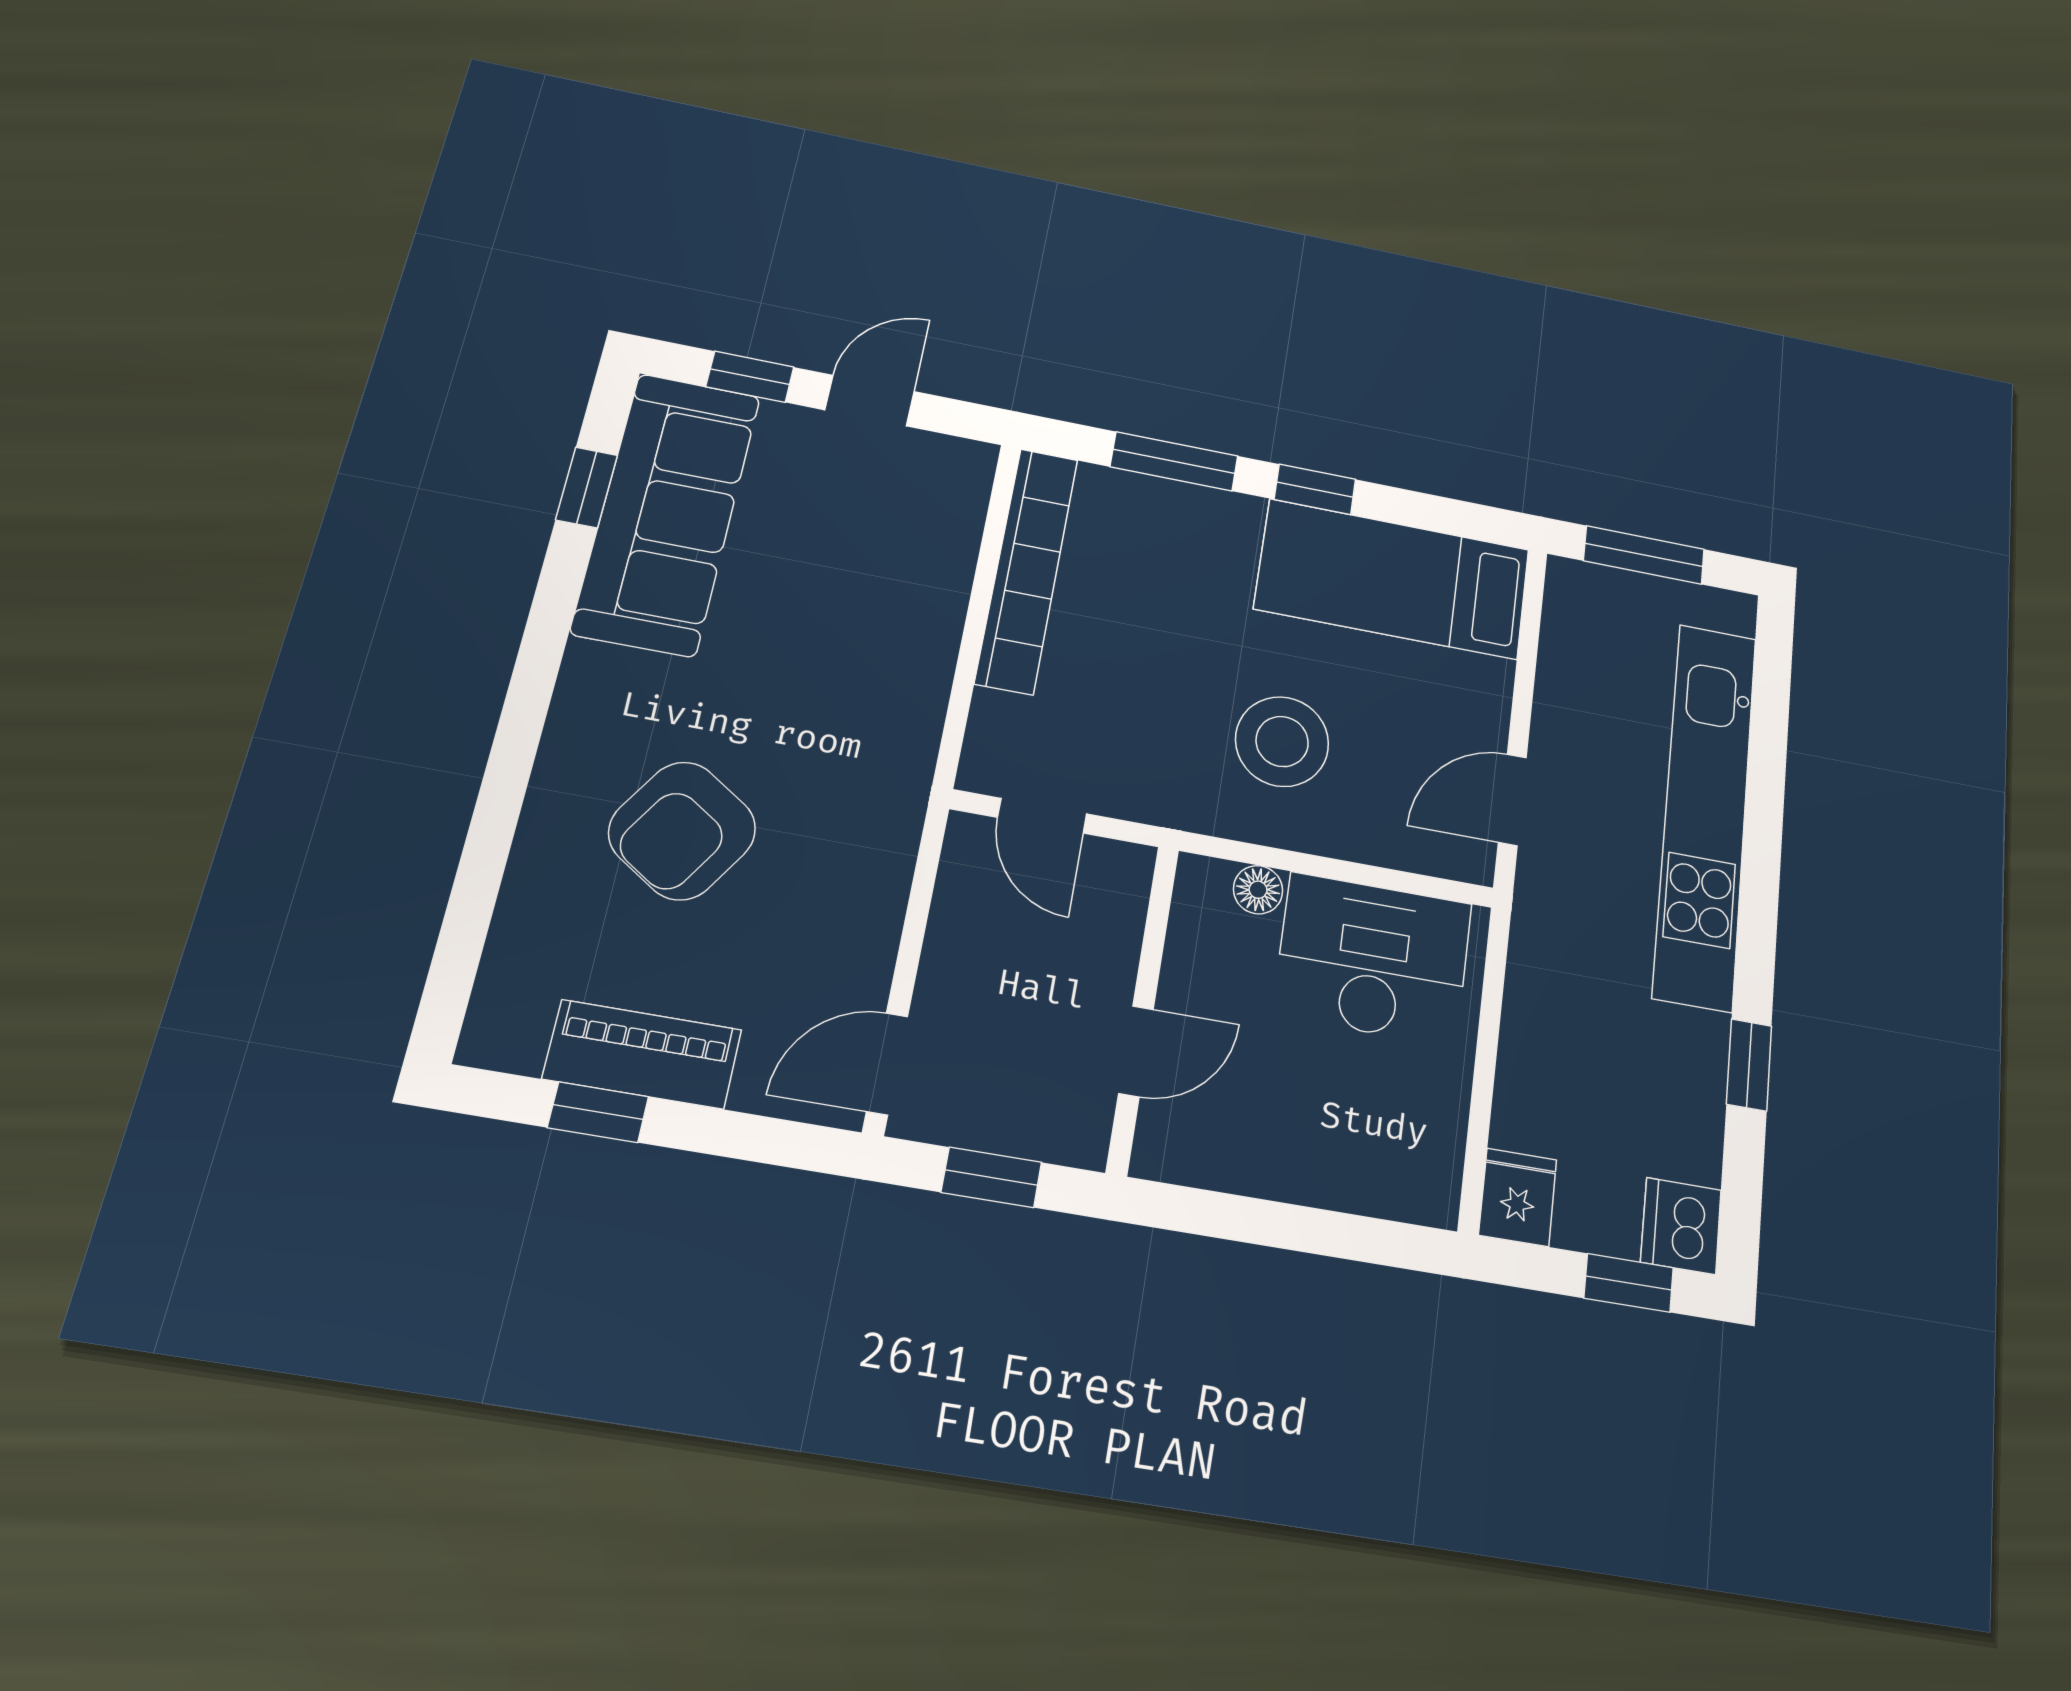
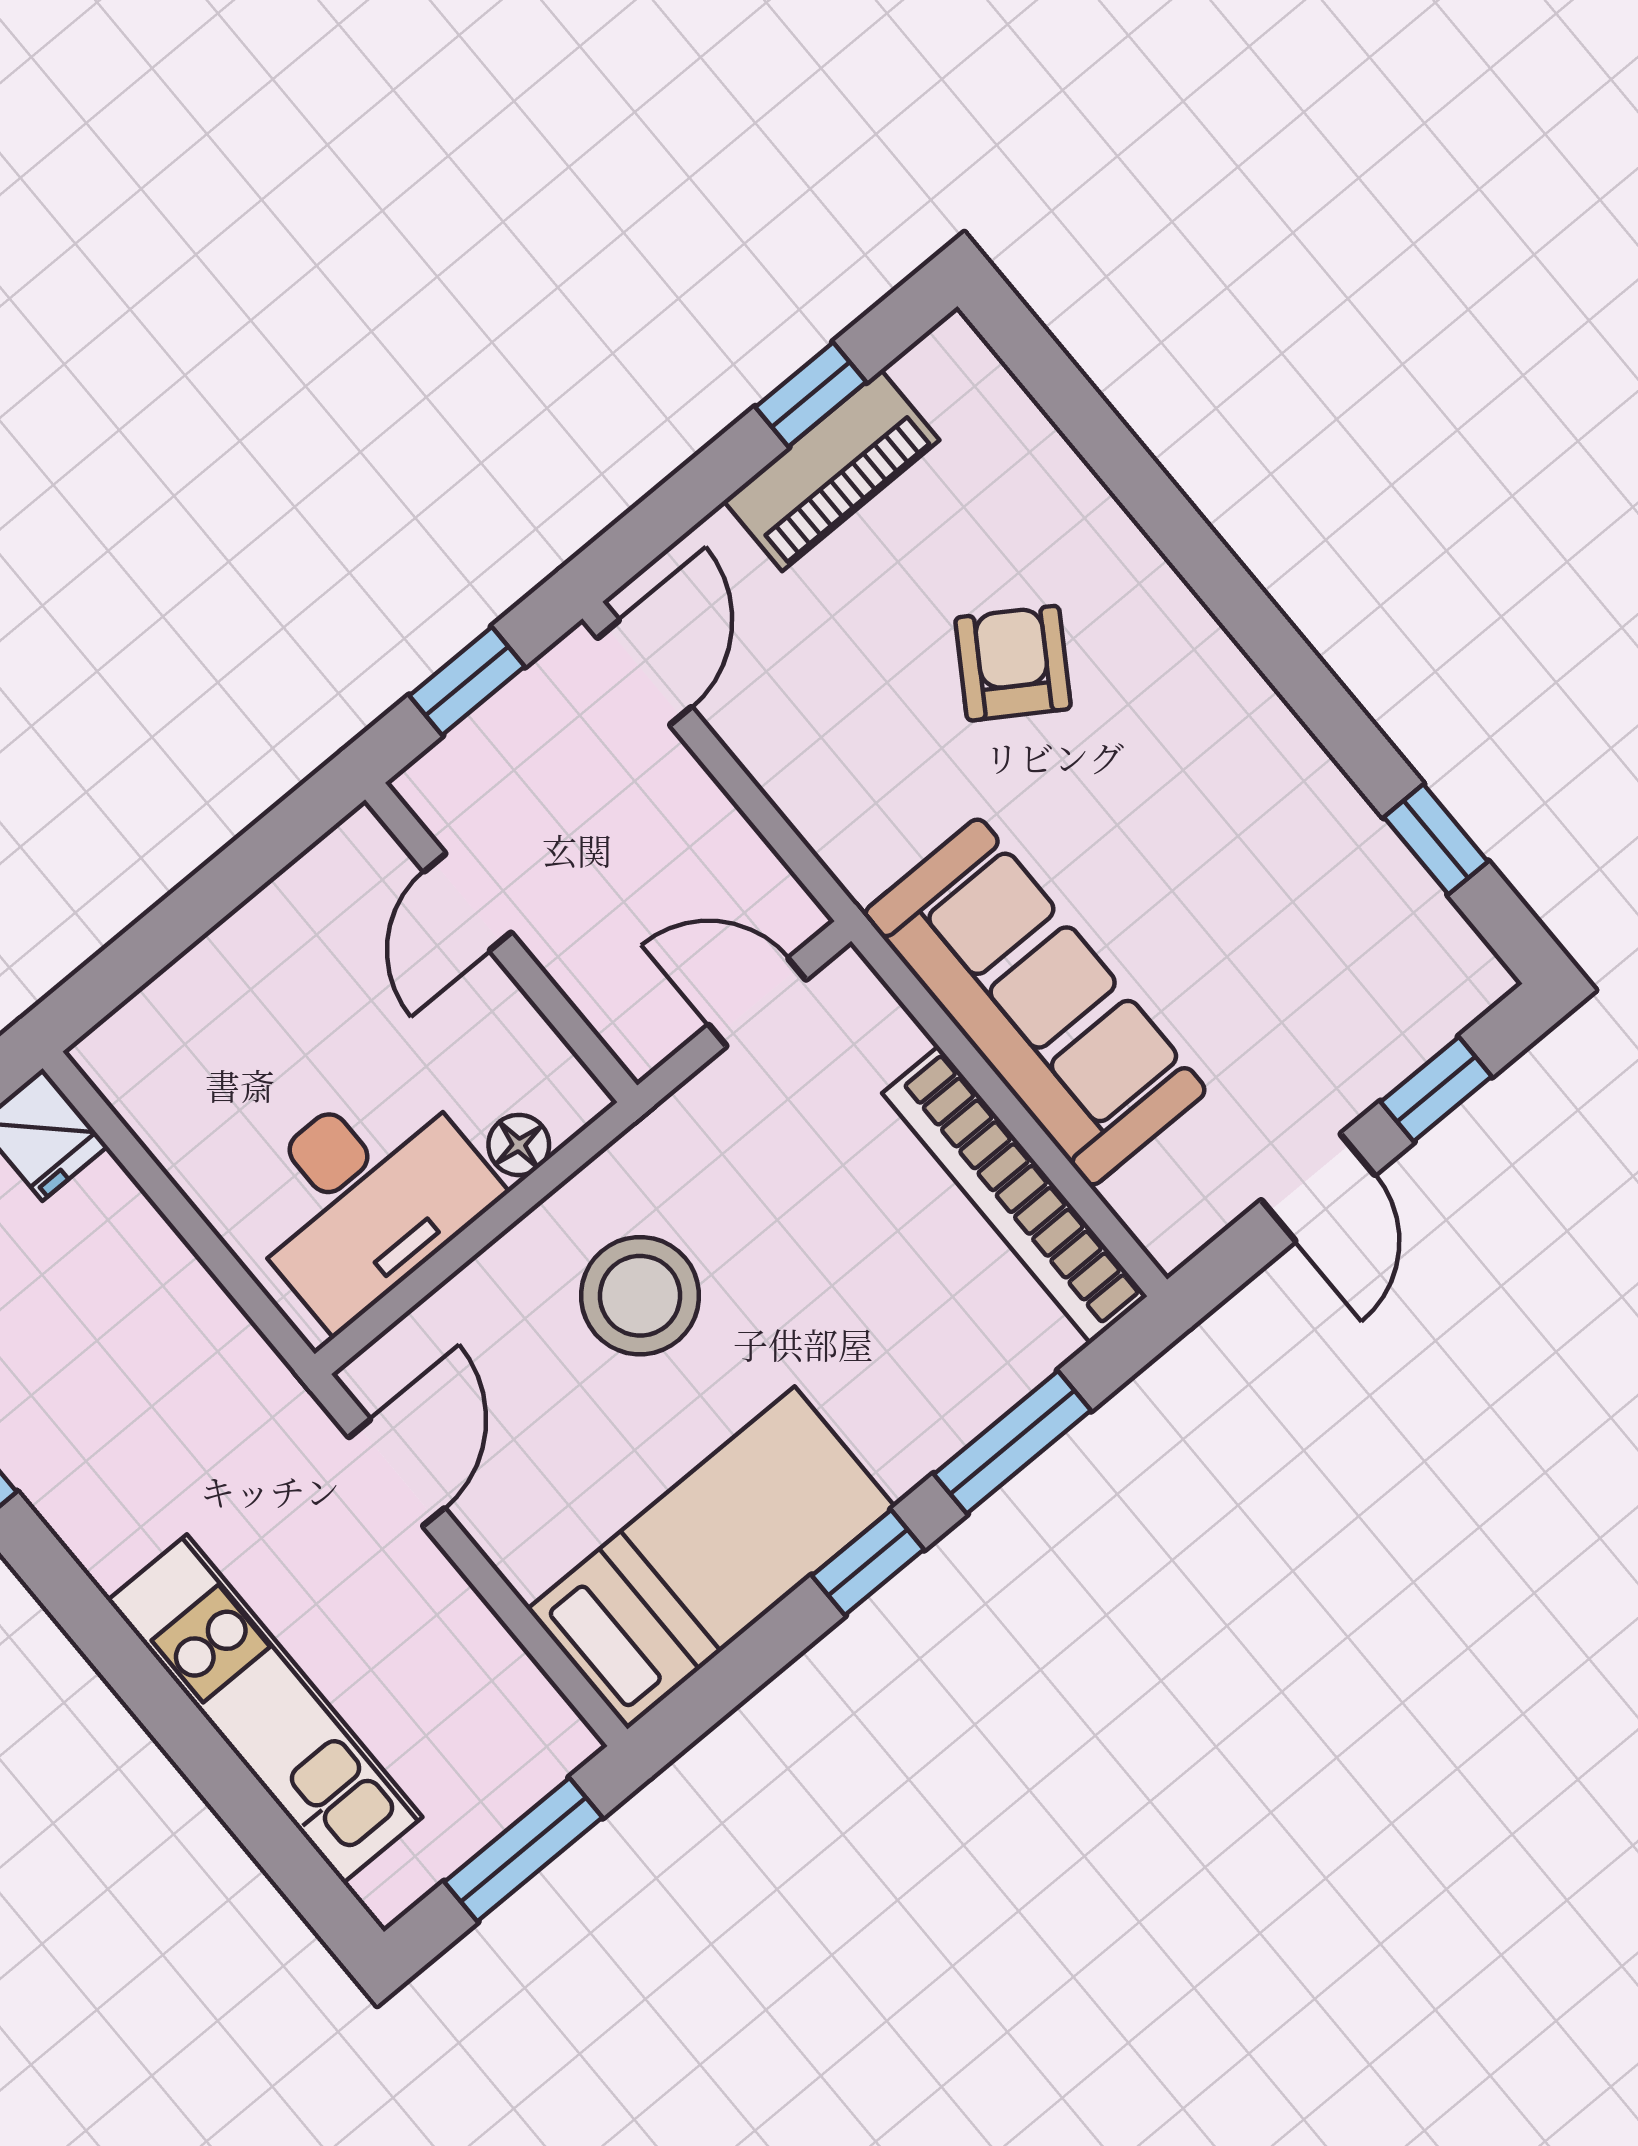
sofa: (667, 513) -> (1035, 1002), moved, turned 180
kitchen unit: (1705, 813) -> (265, 1709), width x0.73
armchair: (682, 831) -> (1013, 663), width x0.72, depth x0.72

